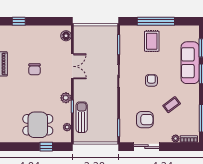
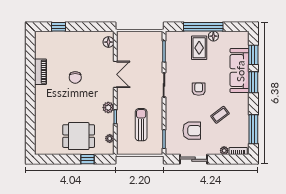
floor lamp: (165, 30) -> (213, 36), added
sun lounger: (82, 117) -> (141, 125), moved

